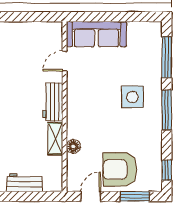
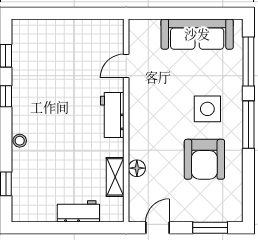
sofa: (96, 34) -> (197, 34), moved
shelving: (55, 139) -> (115, 177), moved
armchair: (120, 169) -> (204, 159), moved, turned -90
window: (167, 170) -> (248, 197), removed

